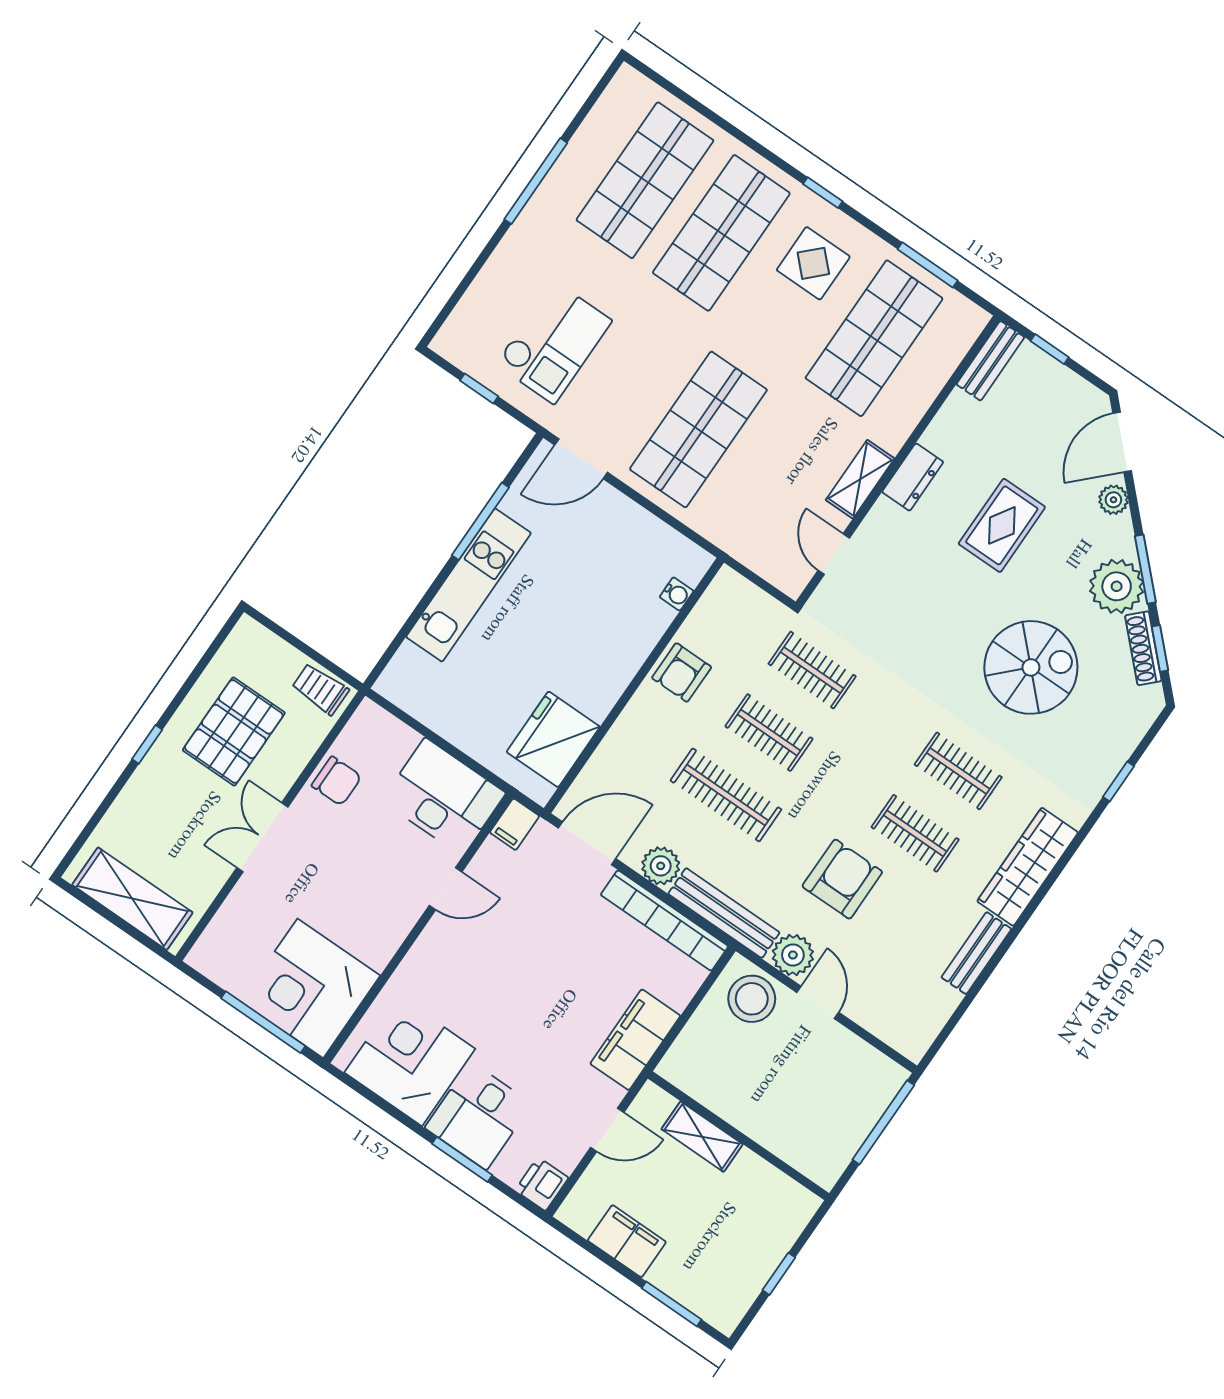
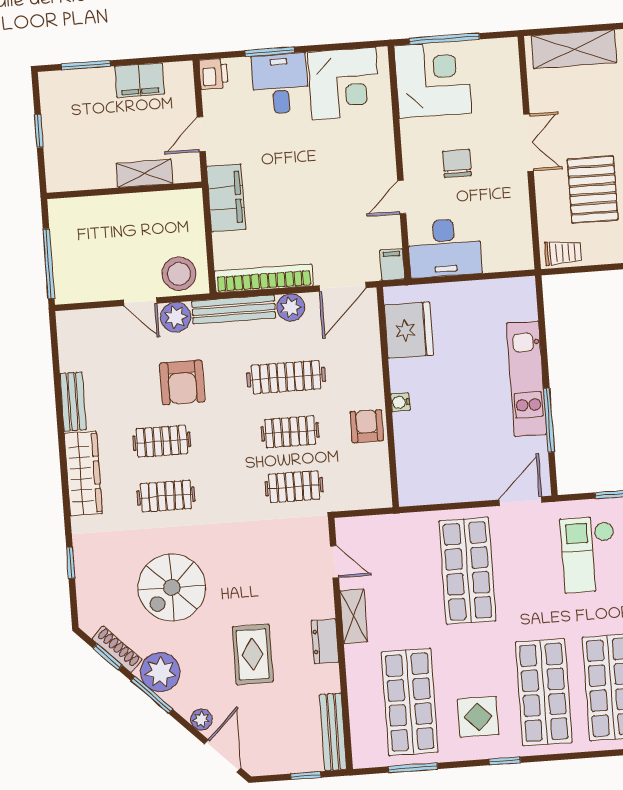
bench: (990, 361) -> (333, 732), width x1.36
water cooler: (677, 594) -> (400, 402), moved
chair: (337, 781) -> (457, 163), moved, turned 90

